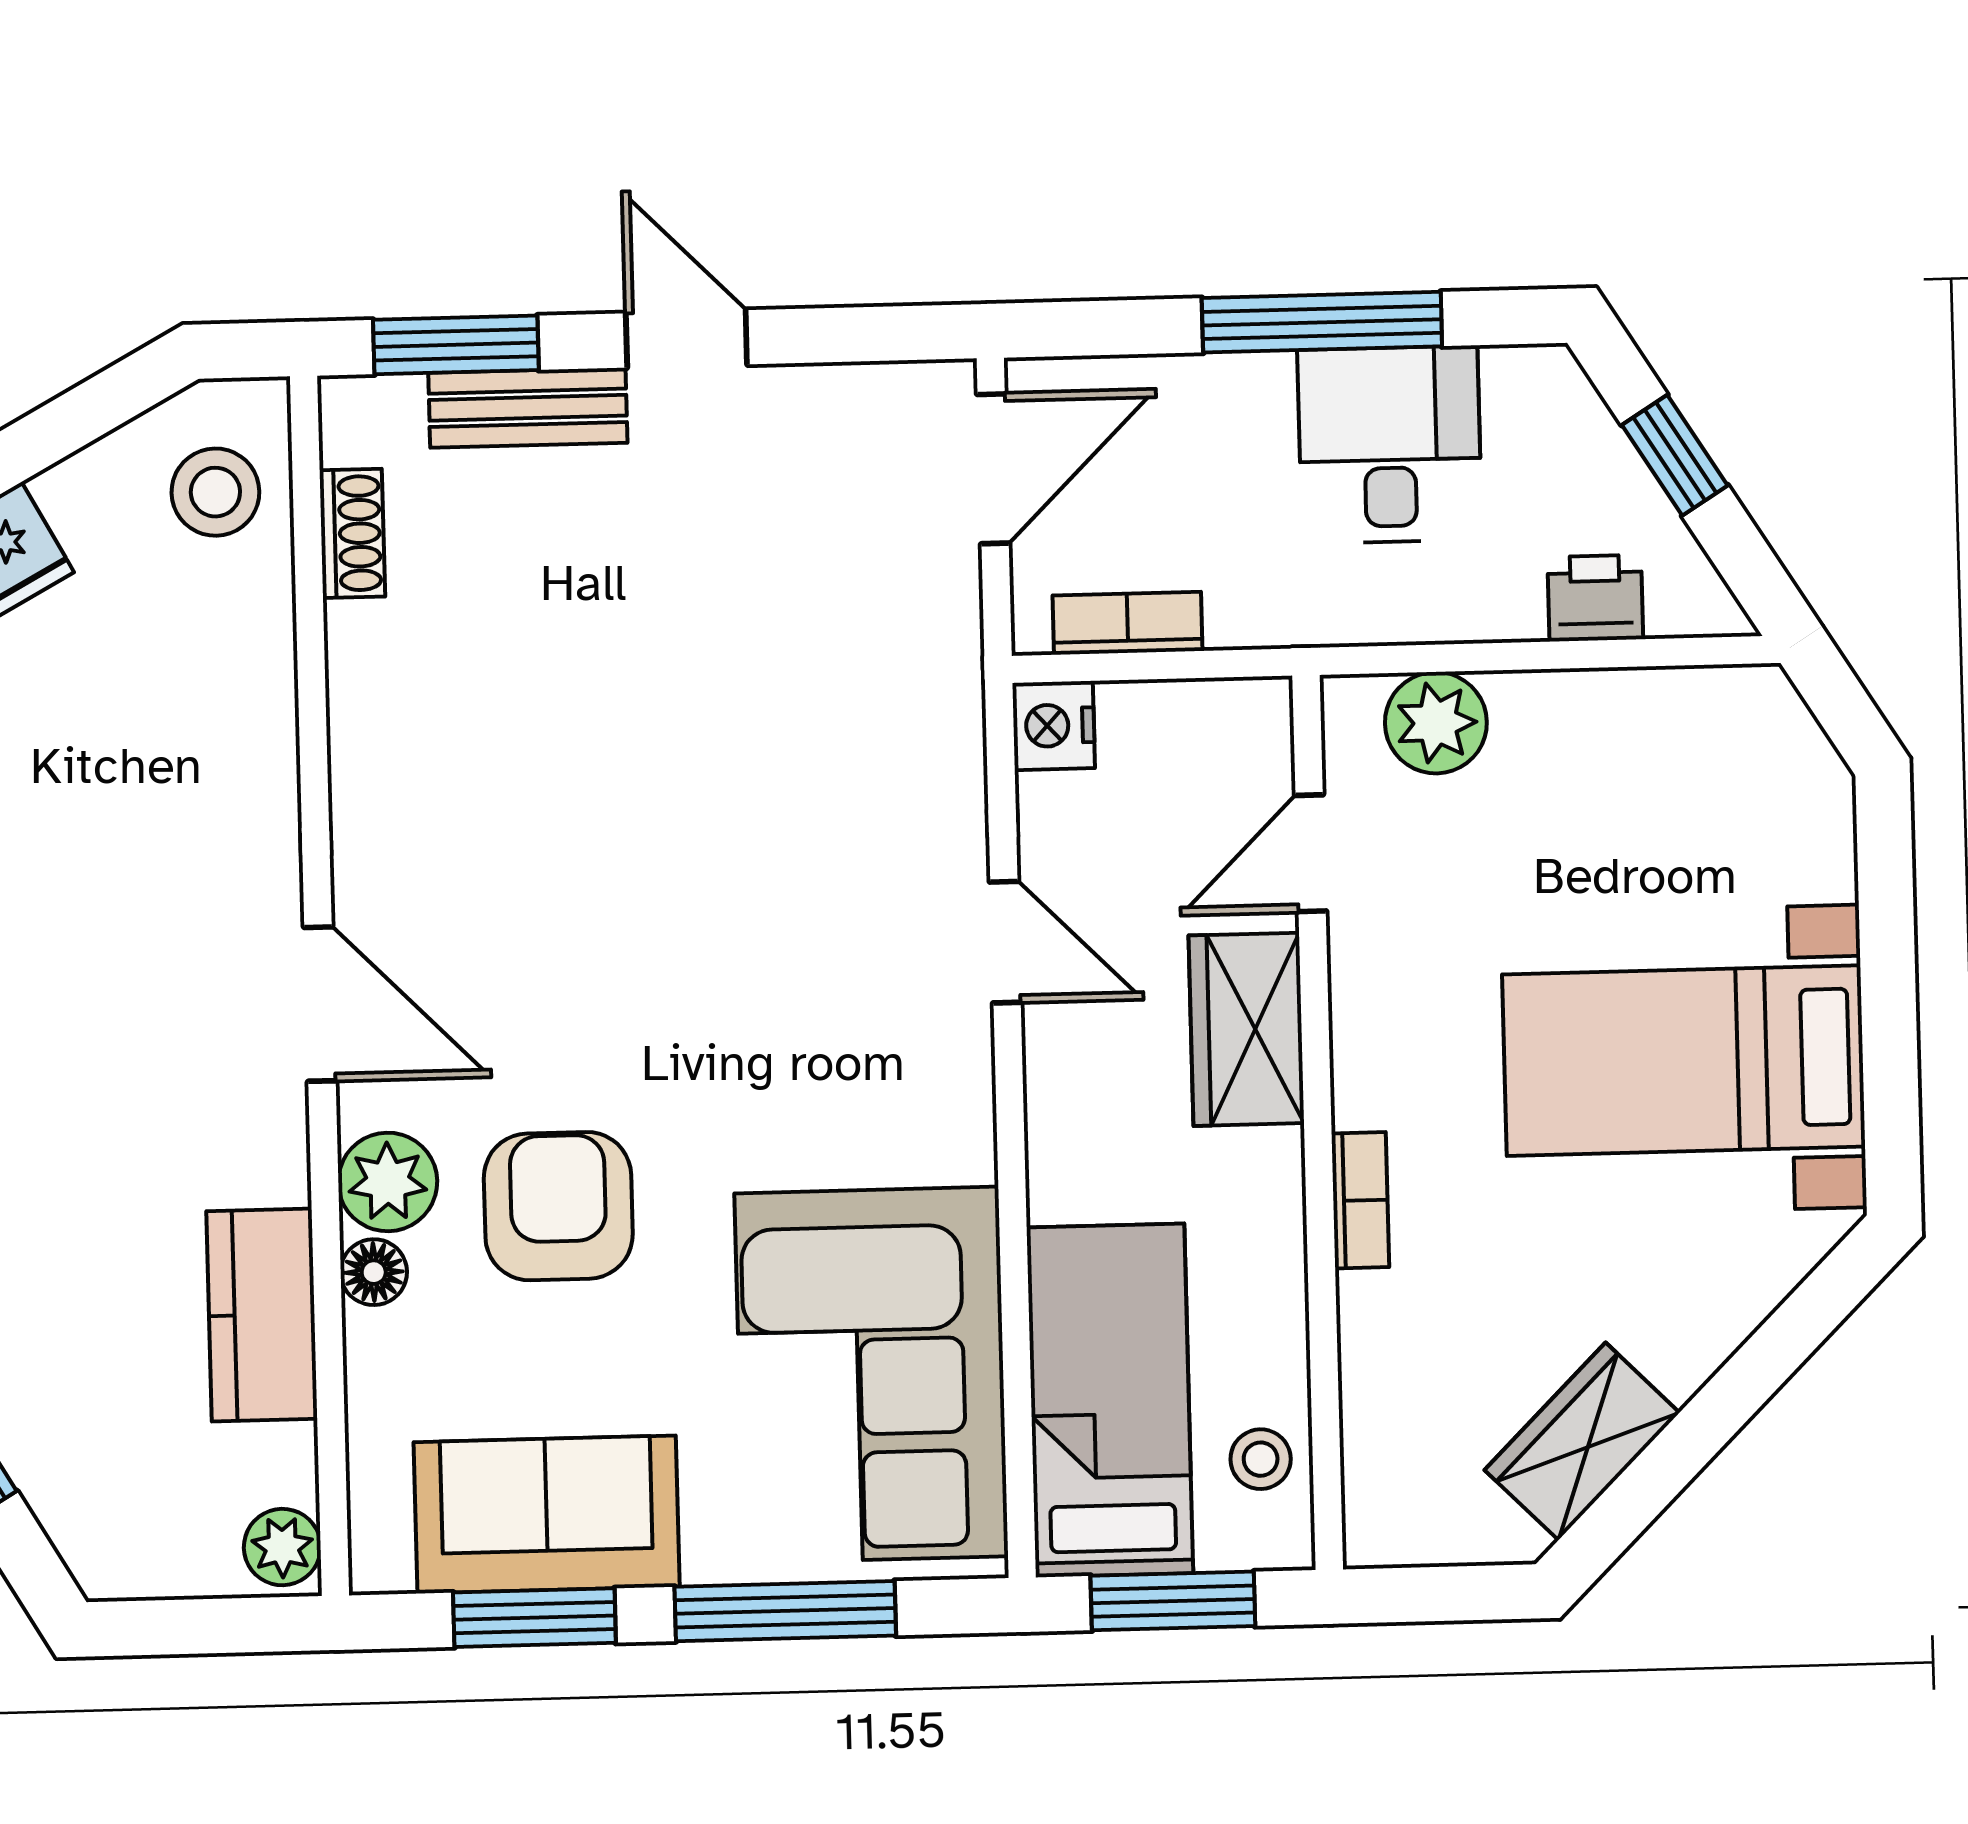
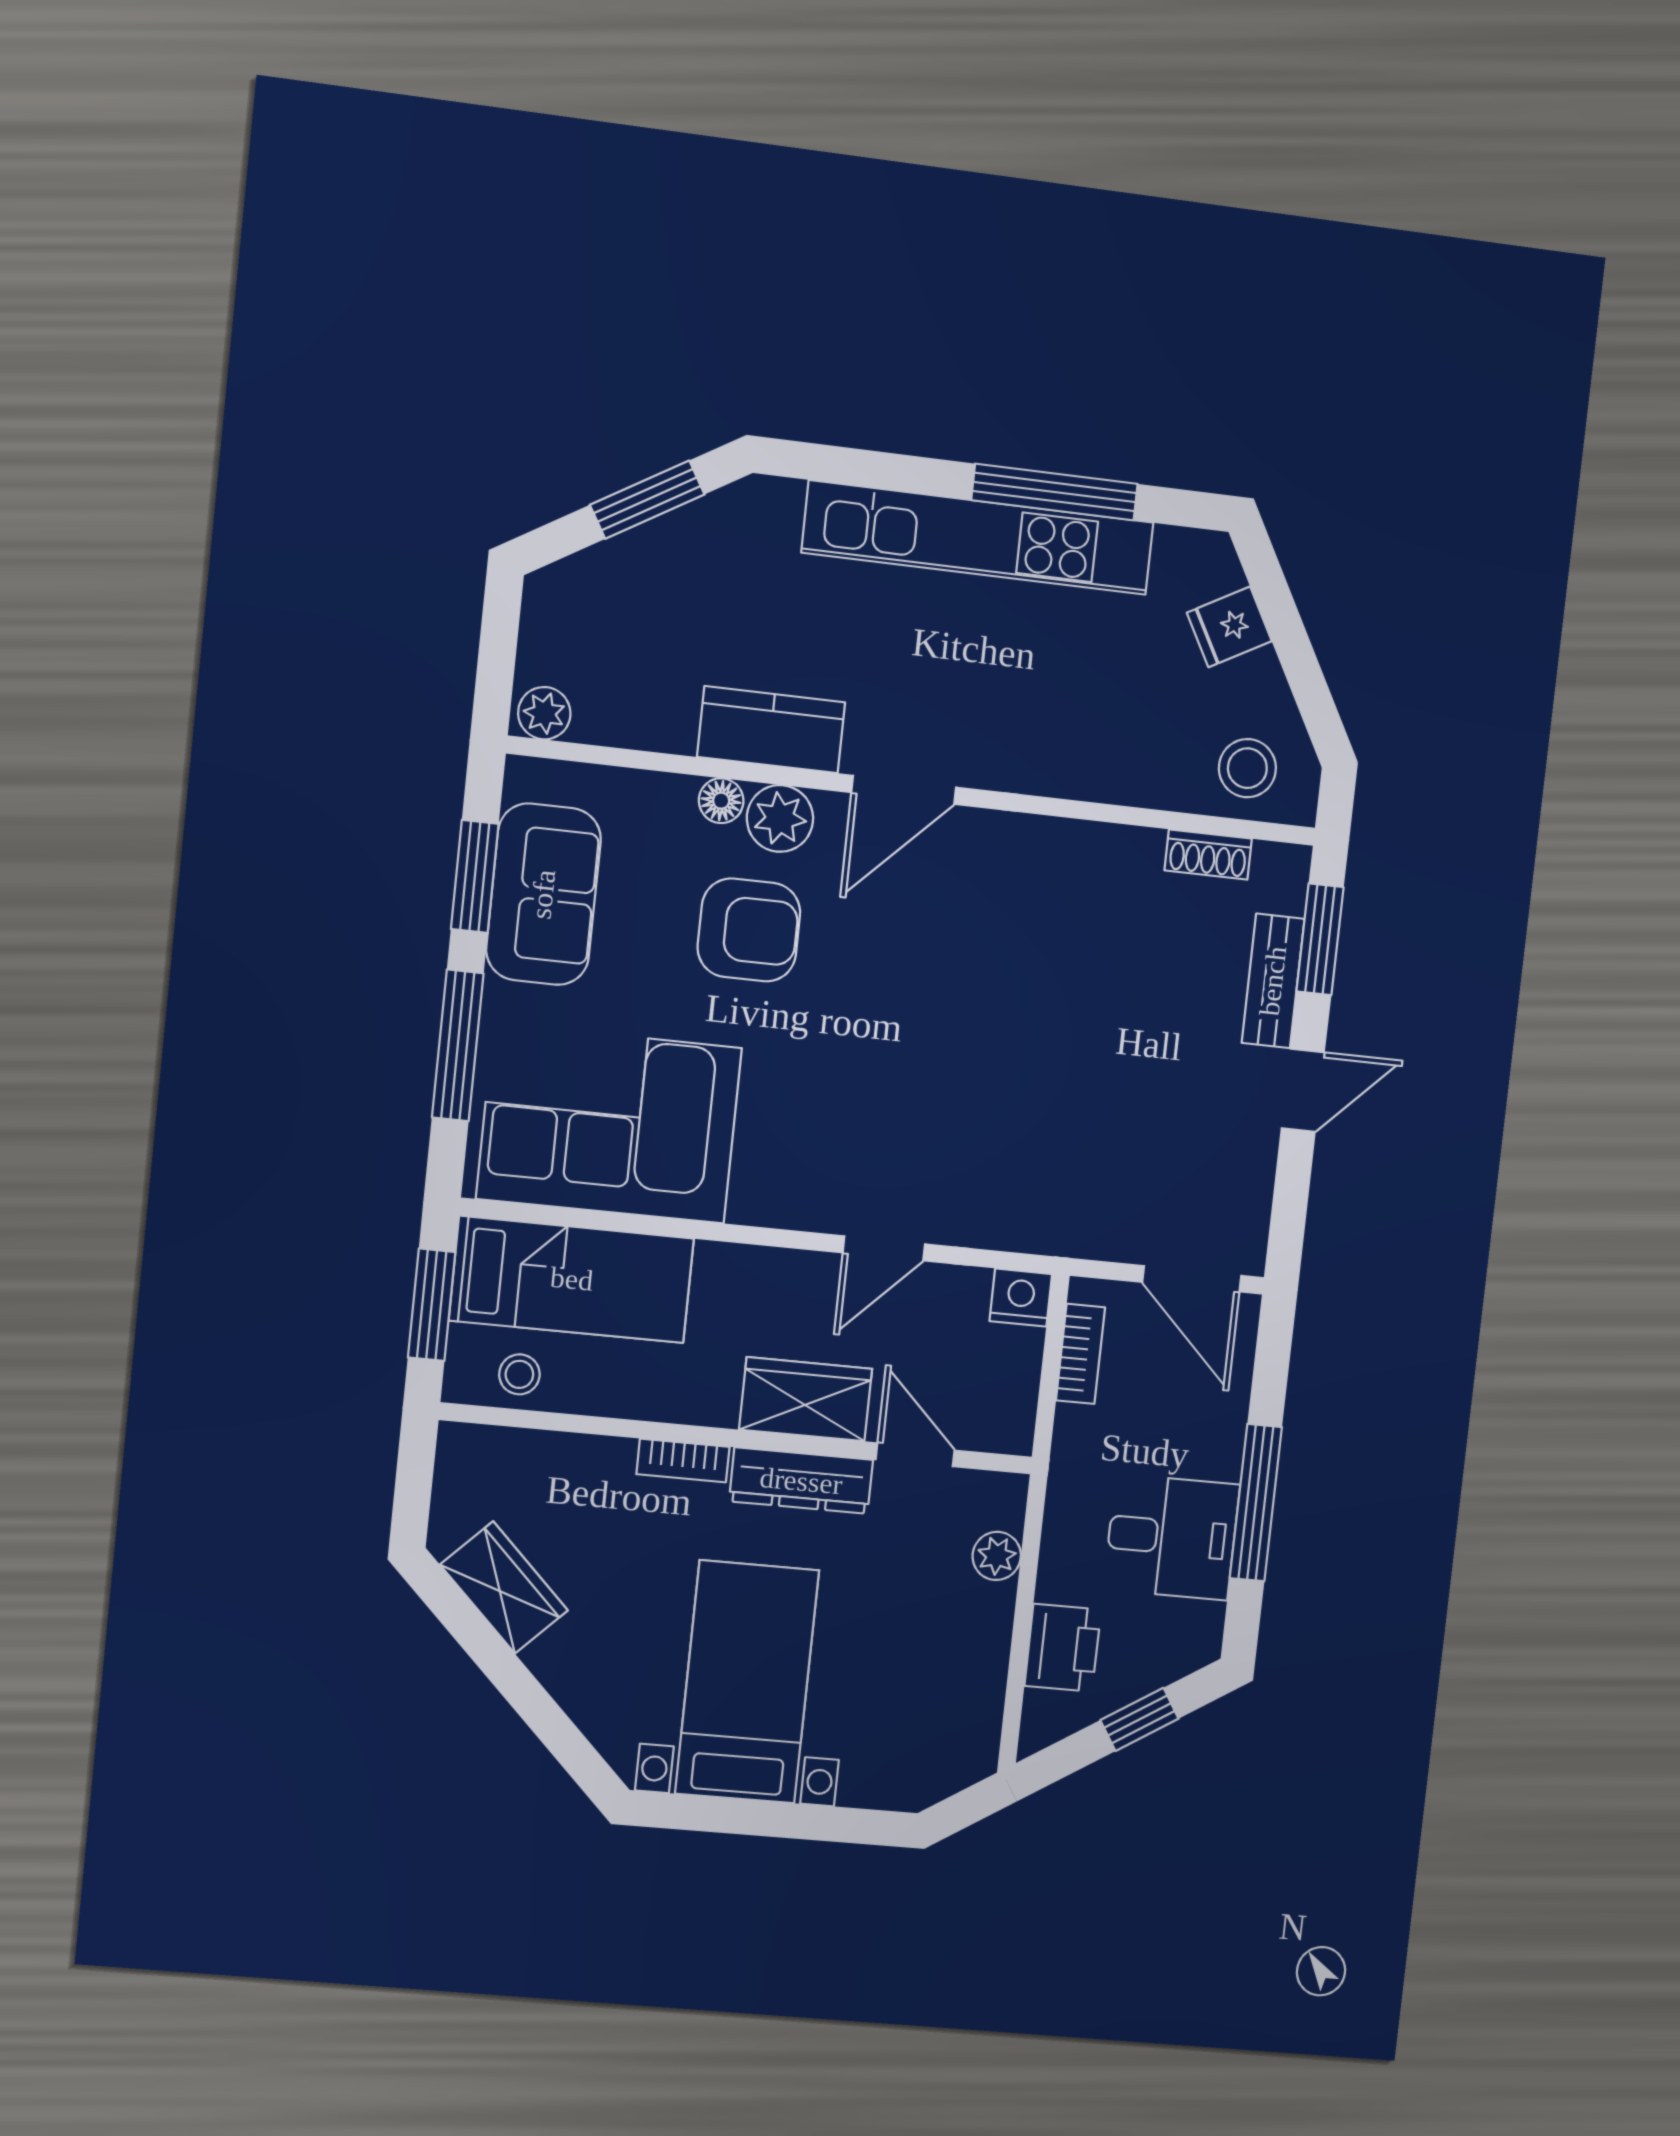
printer: (1595, 598) -> (1063, 1648), width x1.36, depth x1.24
plant: (1436, 723) -> (997, 1556), width x0.73, depth x0.73
dresser: (1370, 1020) -> (801, 1481), added
kitchen counter: (262, 1315) -> (771, 730), moved

